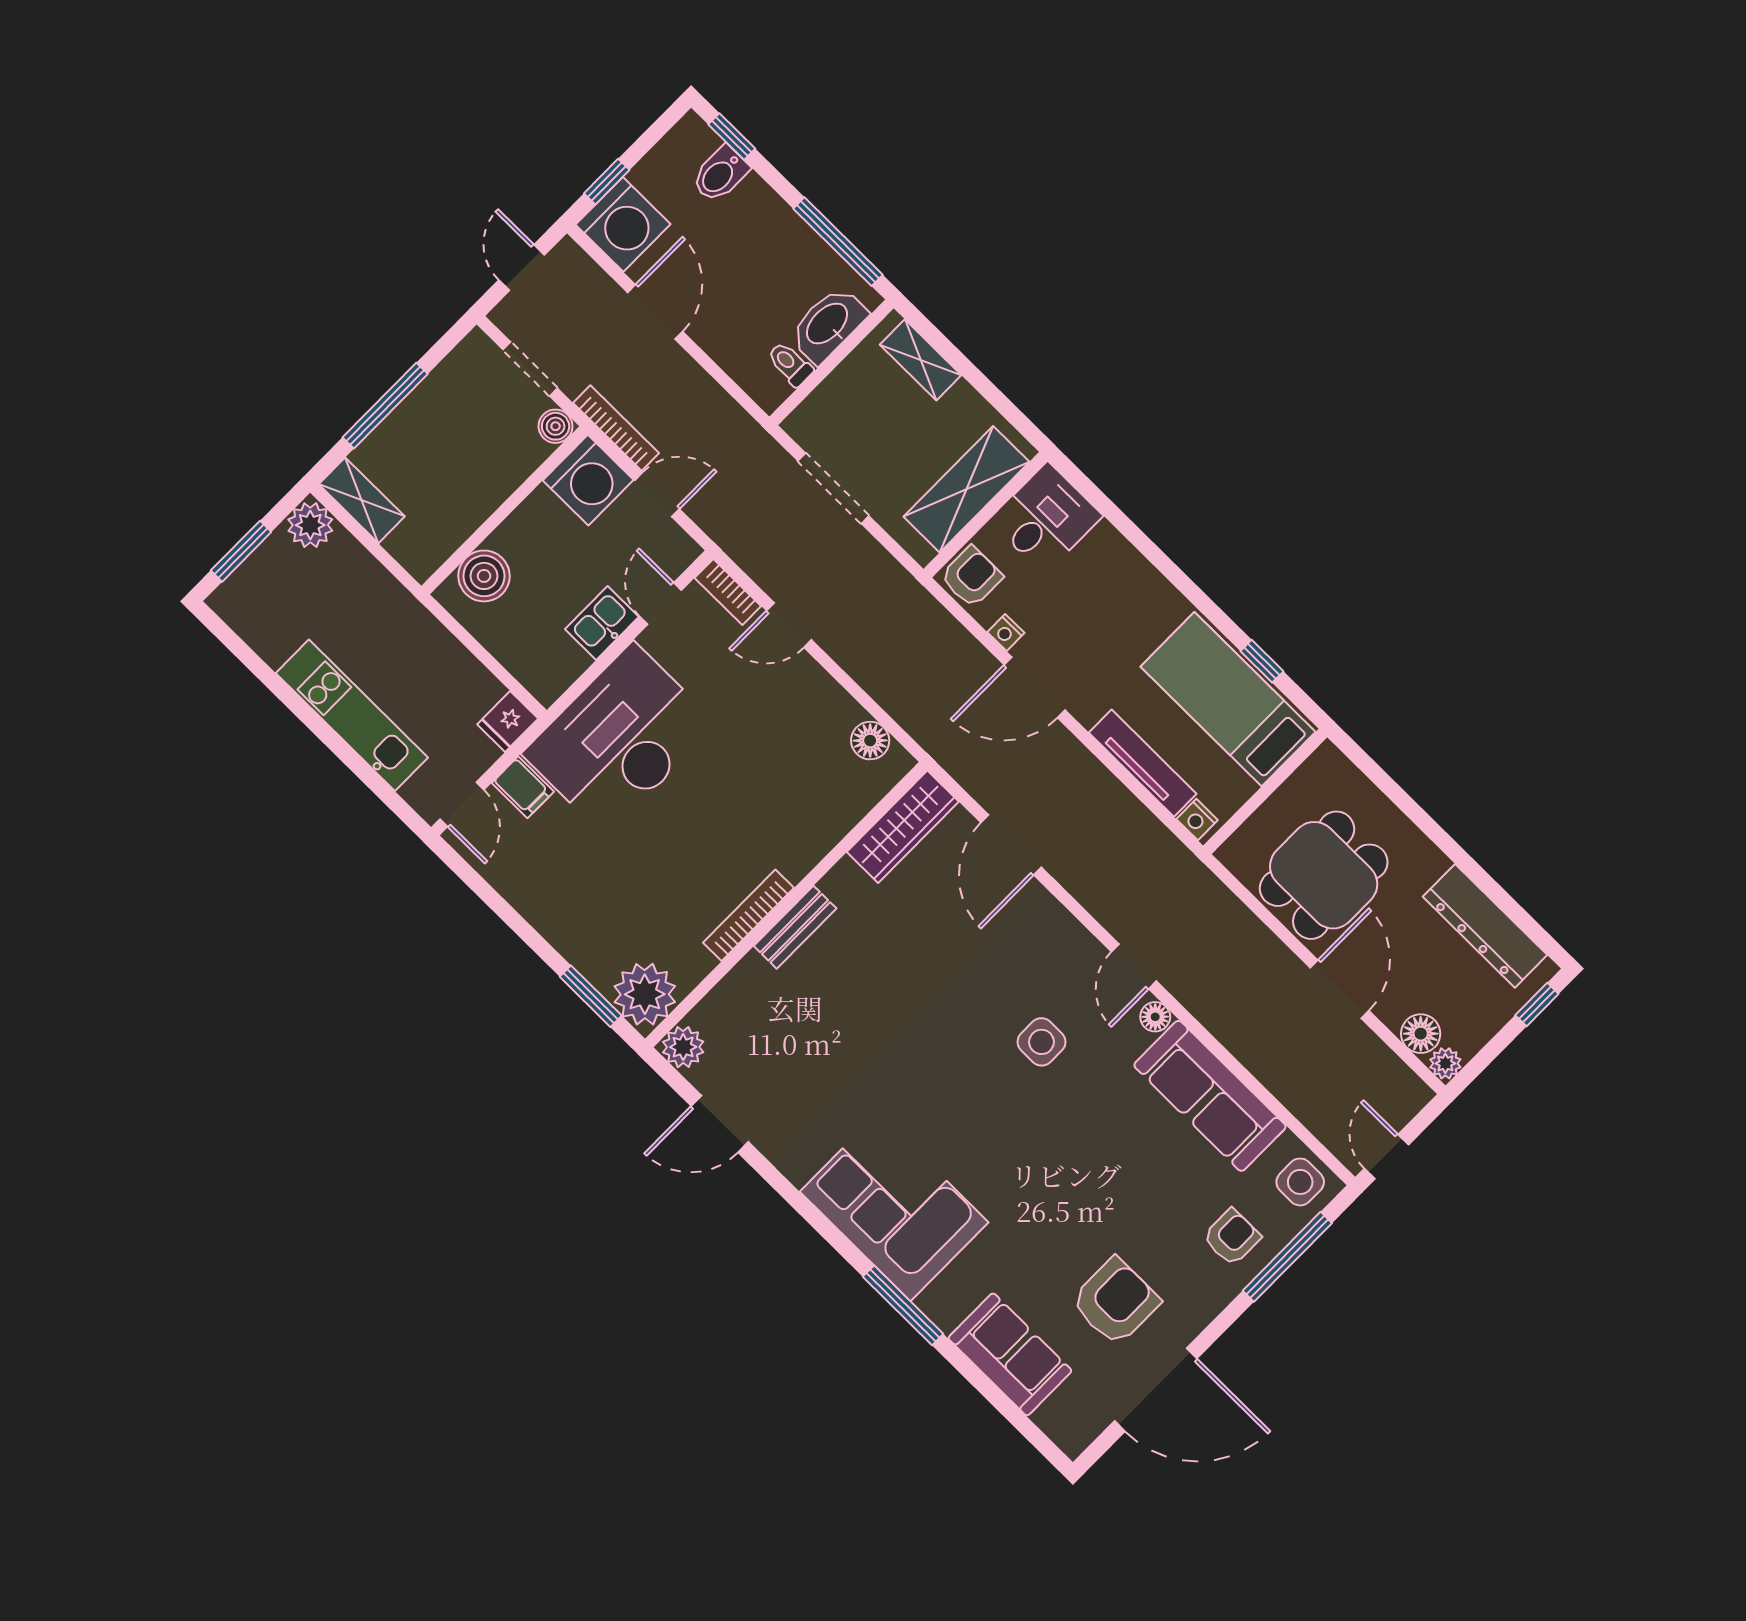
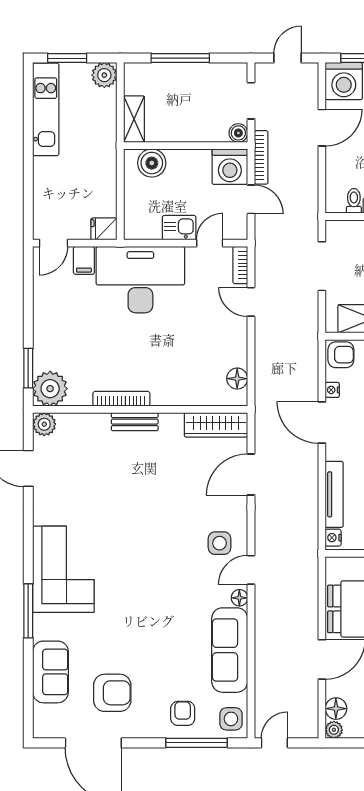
shelving: (362, 500) -> (134, 119), moved
kitchen unit: (352, 715) -> (46, 109), moved
side table: (1042, 1042) -> (220, 543), moved
armchair: (1232, 1237) -> (183, 713), turned -90

